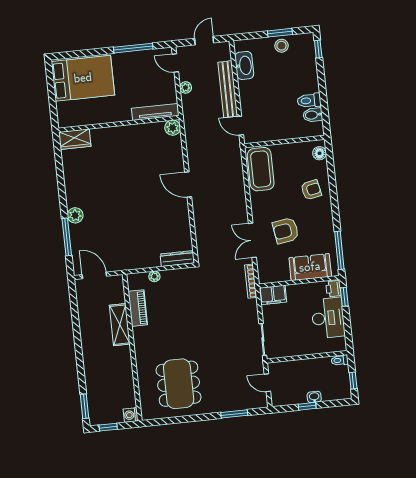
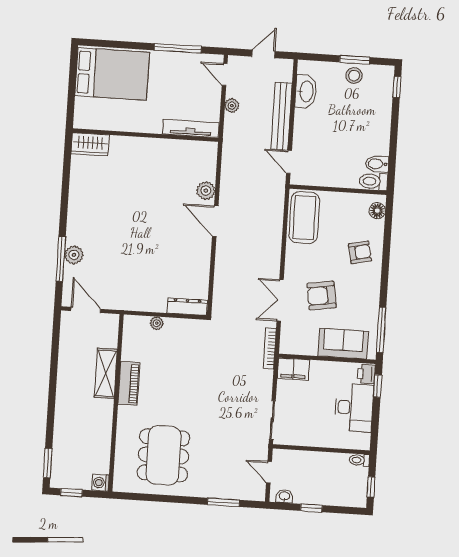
toilet: (309, 101) -> (373, 181), moved
plant: (173, 128) -> (206, 191), moved
plant: (75, 215) -> (74, 255), moved
piano: (138, 308) -> (129, 383), moved
washbasin: (314, 397) -> (284, 496), moved

